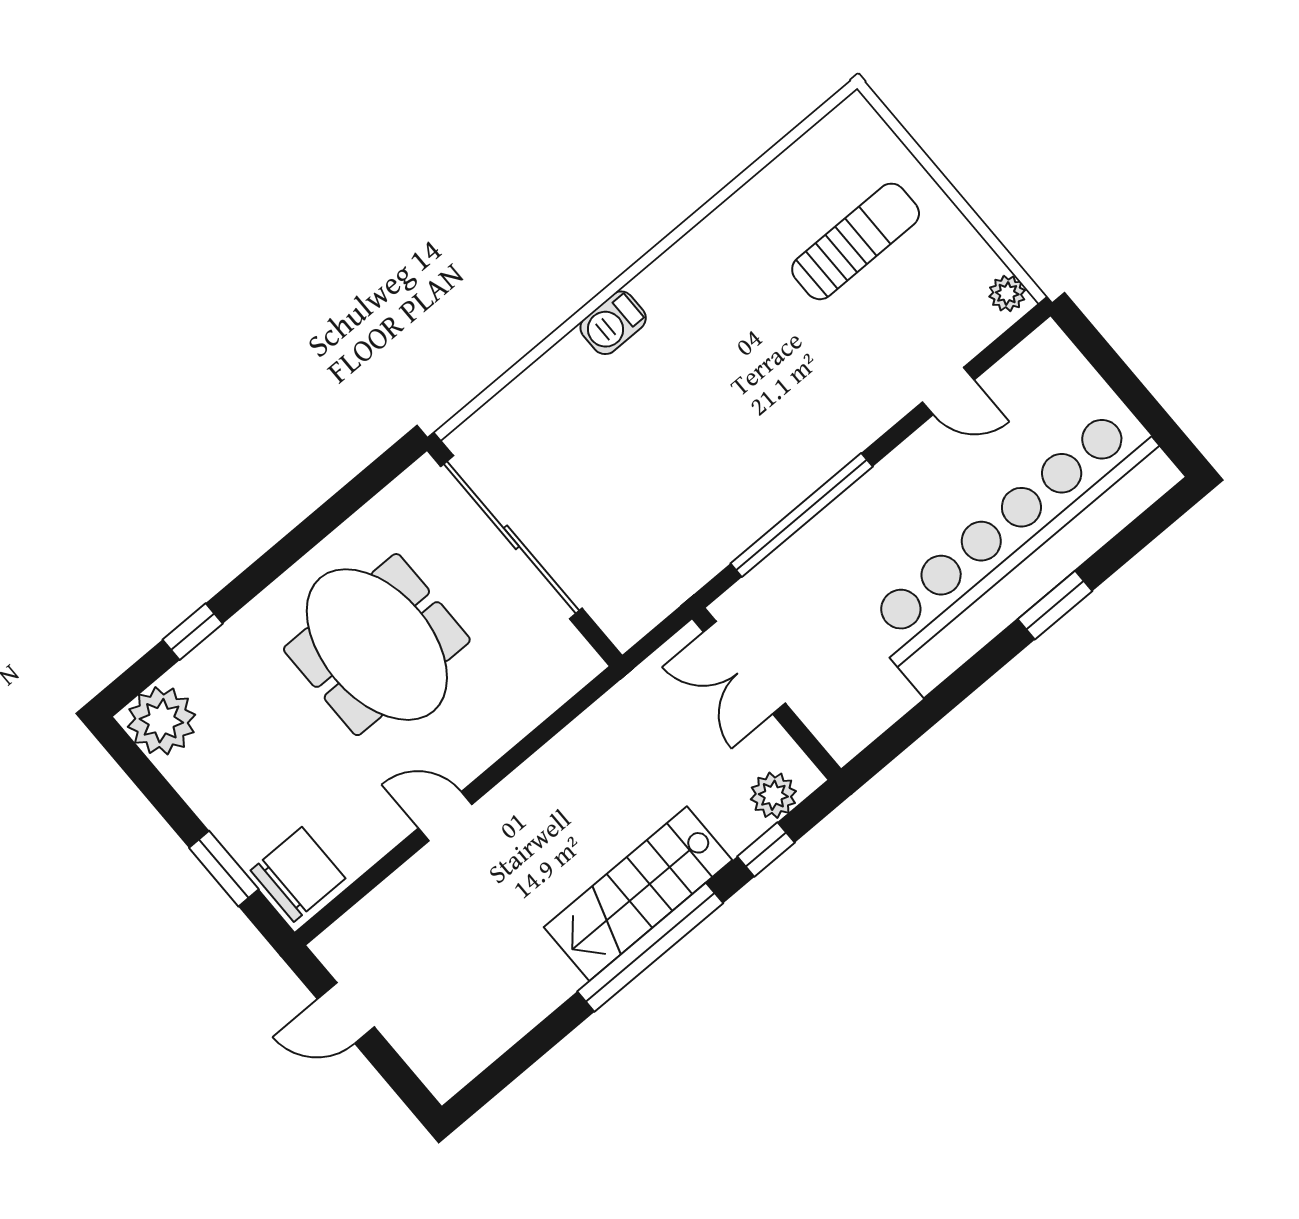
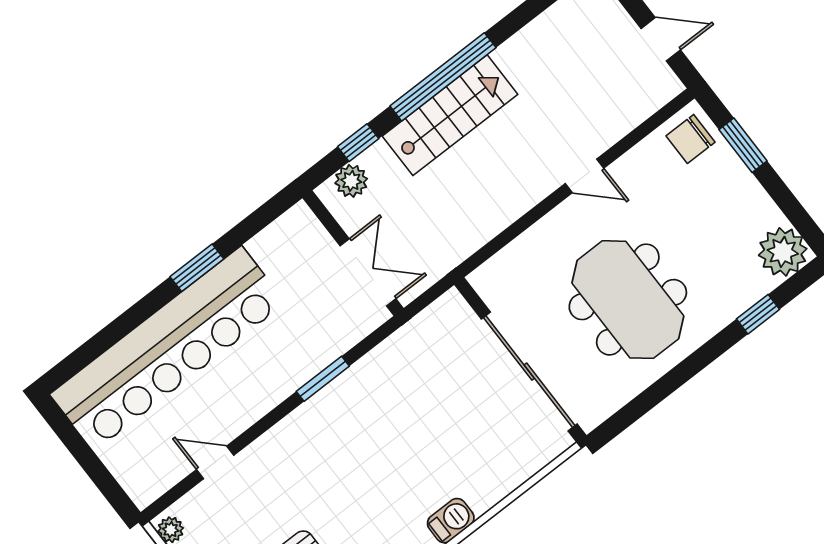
window: (802, 515) -> (323, 379), width x0.47
window: (1055, 605) -> (197, 268), moved
chair: (298, 874) -> (691, 139), width x0.73, depth x0.73

